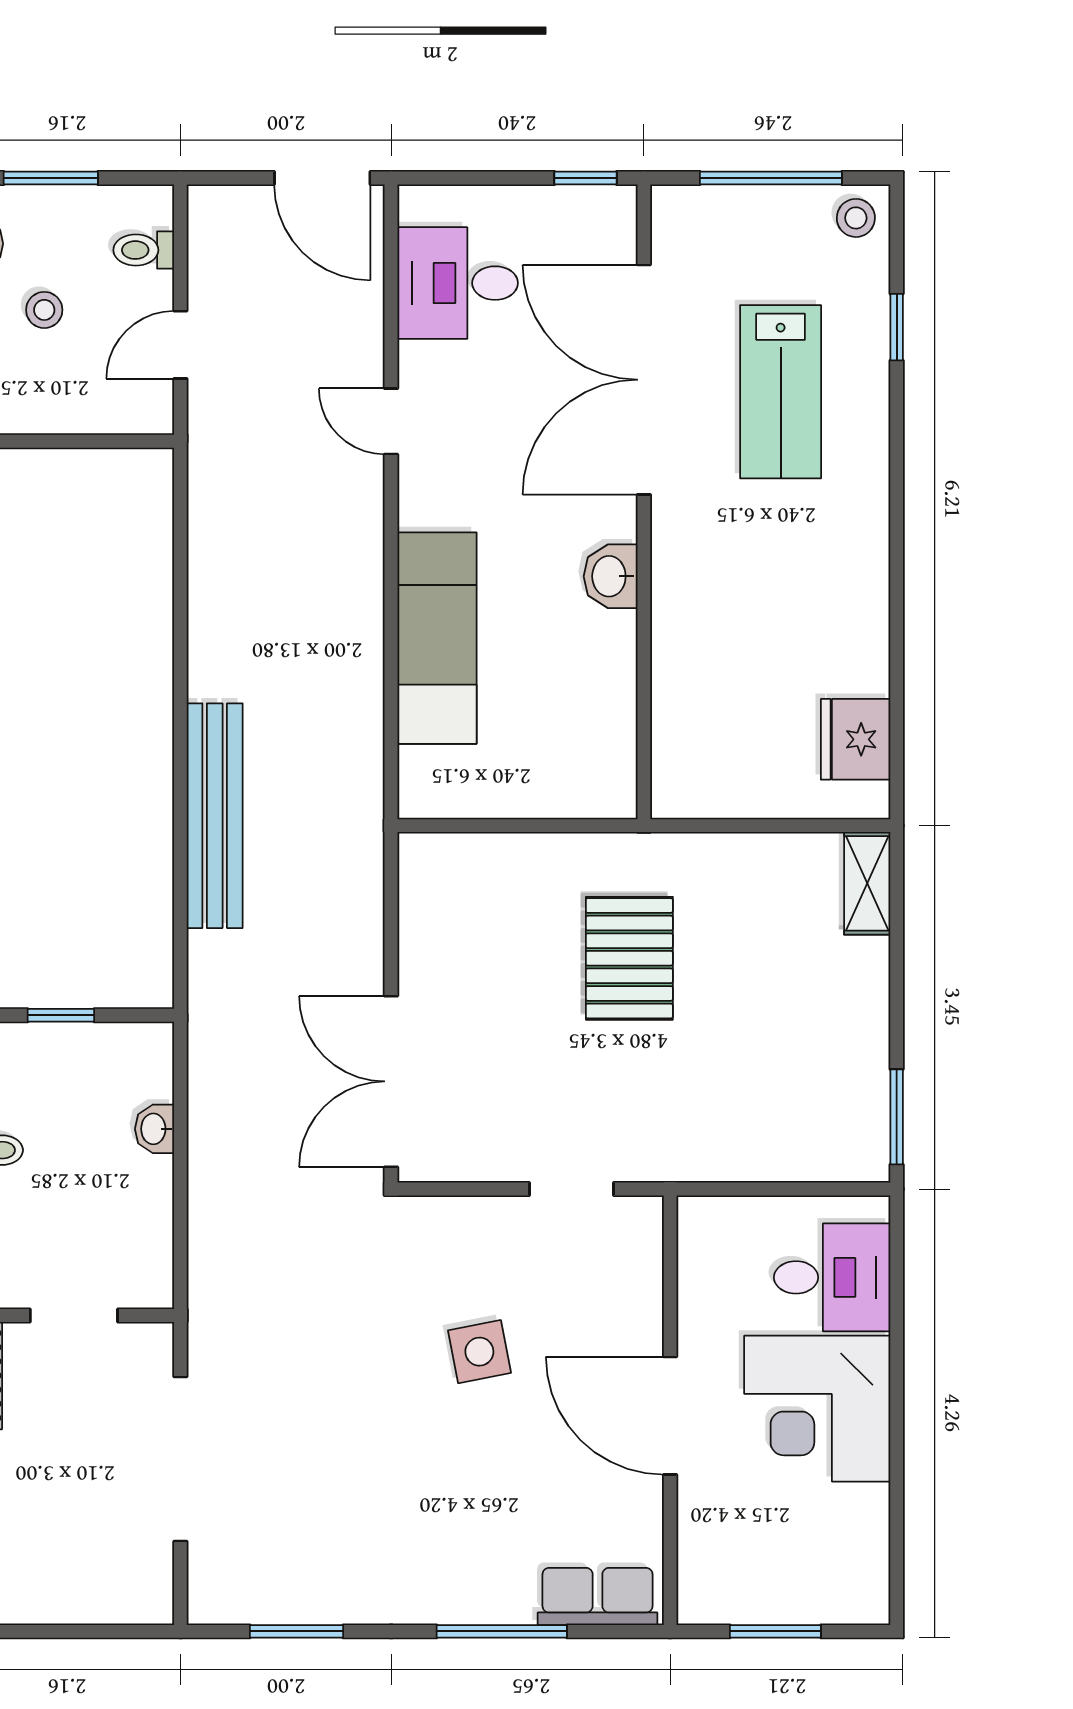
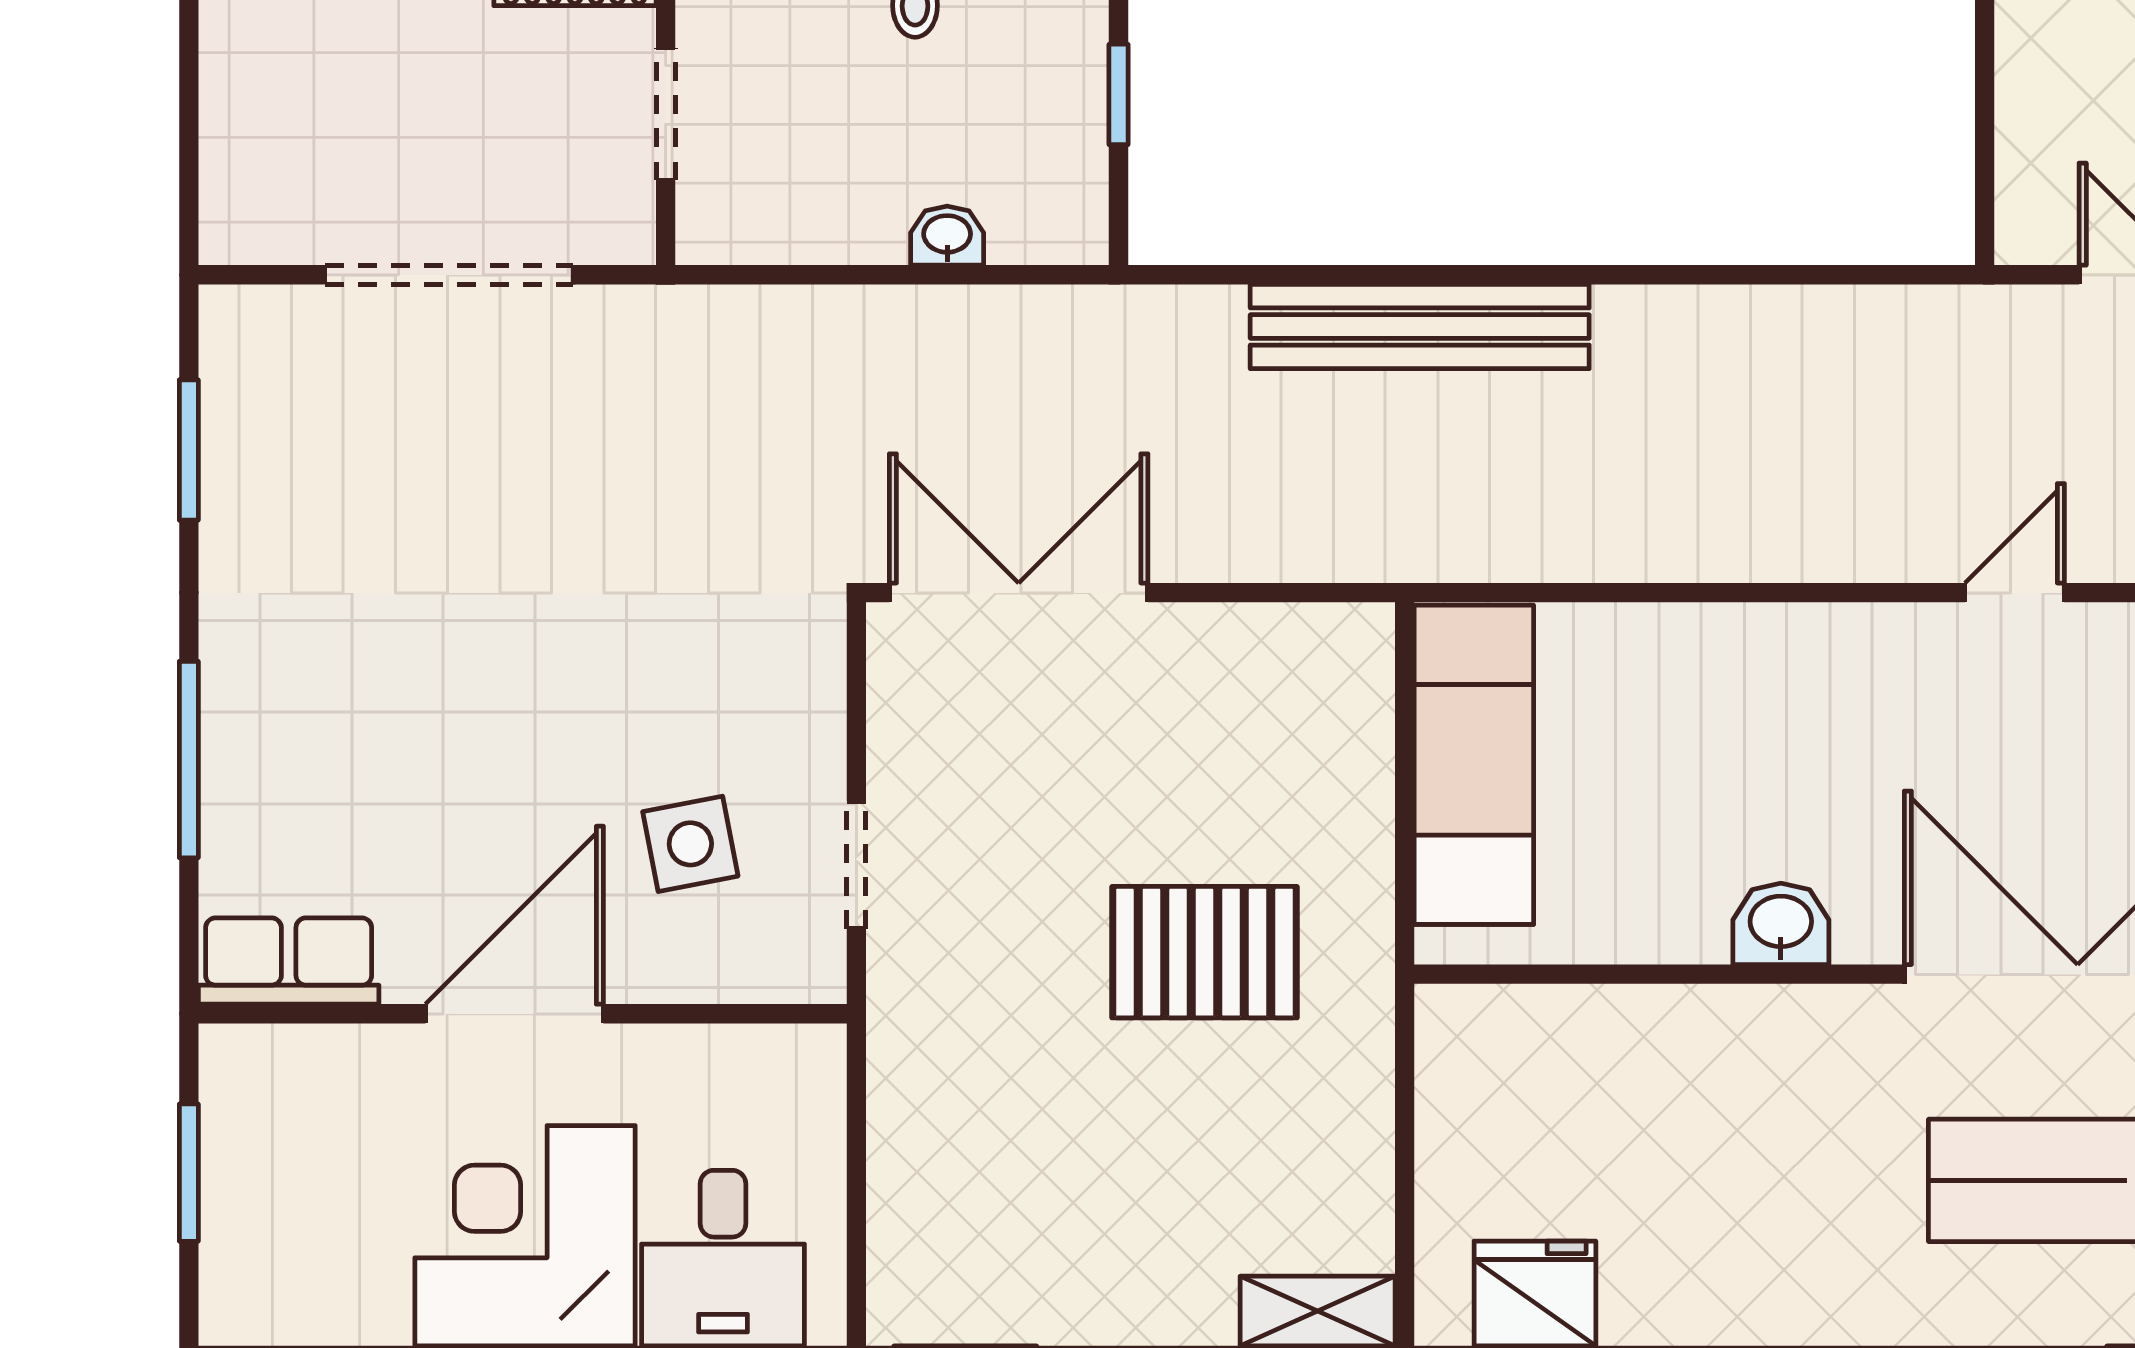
exam couch: (437, 638) -> (1474, 765), moved, turned -90
side table: (479, 1352) -> (690, 844), moved
row of seats: (598, 1596) -> (289, 961), moved, turned -90

